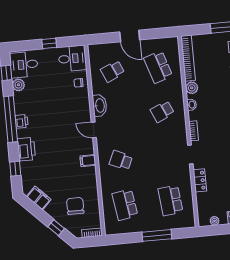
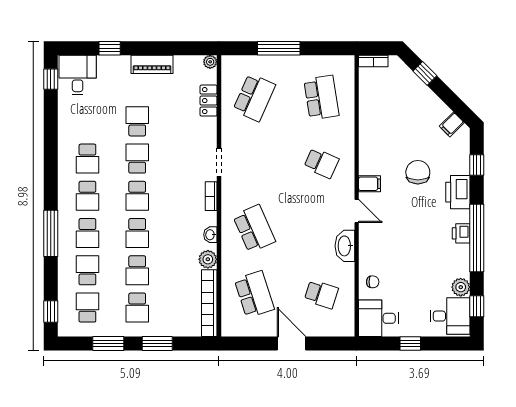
school desk: (113, 71) -> (321, 294), turned 42
school desk: (162, 112) -> (254, 229), width x1.85
filing cabinet: (88, 161) -> (370, 184), moved
locker: (200, 180) -> (209, 101), moved
filing cabinet: (39, 198) -> (452, 124), width x0.50
school desk: (170, 200) -> (254, 97), turned 30
chair: (75, 206) -> (418, 172), moved, turned 180
plant: (214, 221) -> (210, 62), moved

